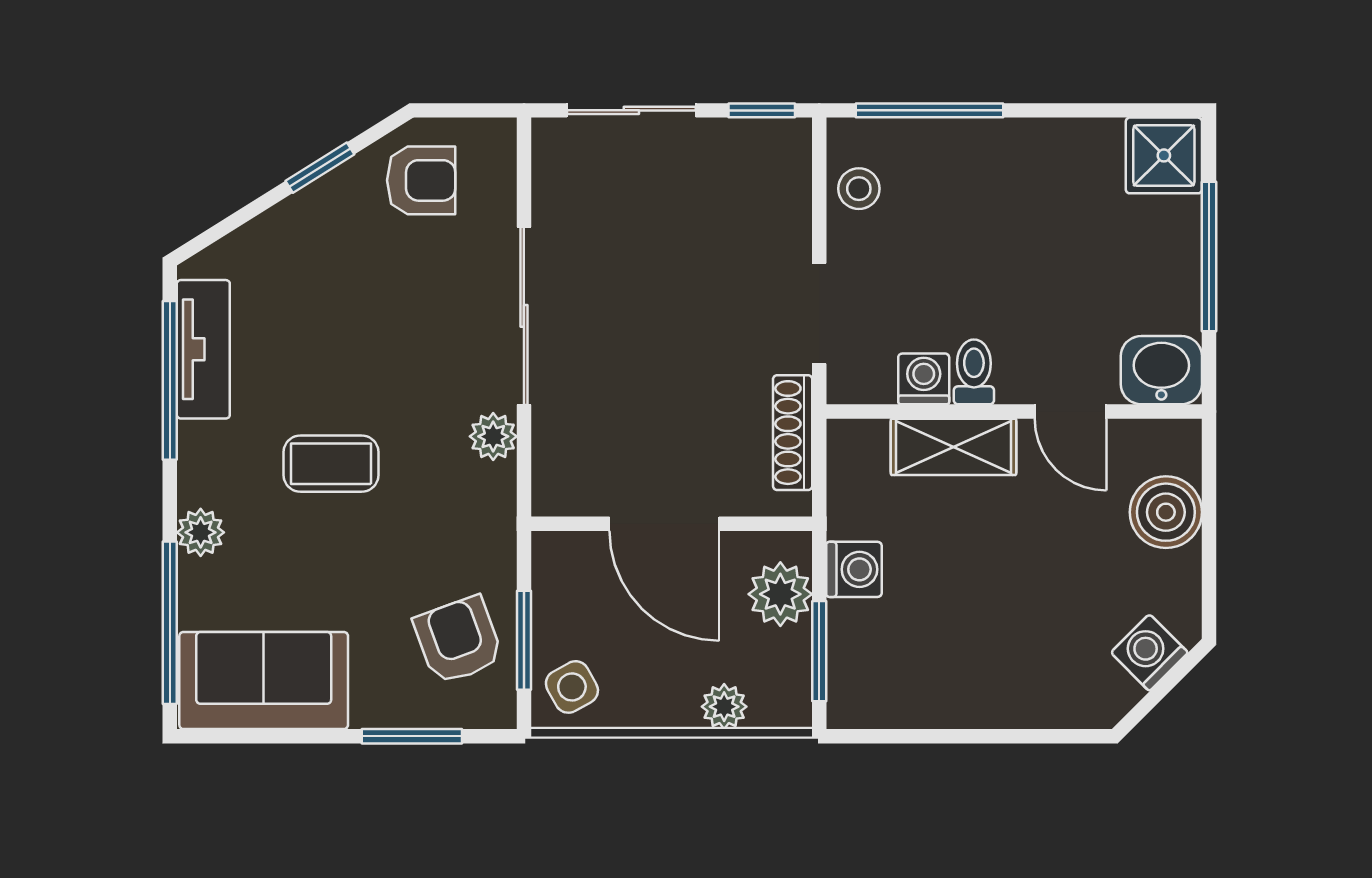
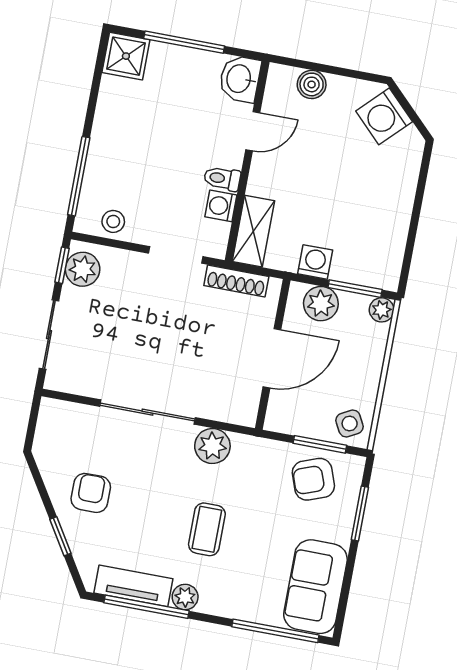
plant: (762, 149) -> (83, 269), added
window: (320, 168) -> (60, 536), moved
armchair: (421, 180) -> (91, 493), moved
plant: (493, 436) -> (212, 446), width x1.38, depth x1.38
shelving: (954, 447) -> (253, 231), moved
boiler: (1166, 512) -> (312, 84), width x0.73, depth x0.73
plant: (201, 532) -> (185, 597), moved
washing machine: (1149, 653) -> (384, 116), width x1.38, depth x1.38
plant: (724, 707) -> (382, 310), moved

